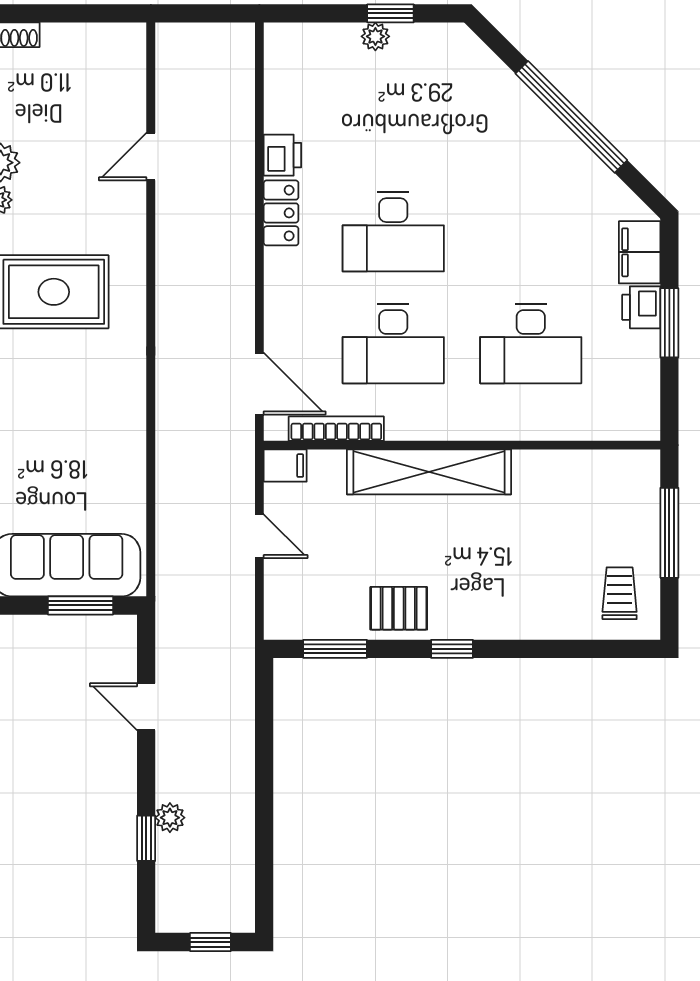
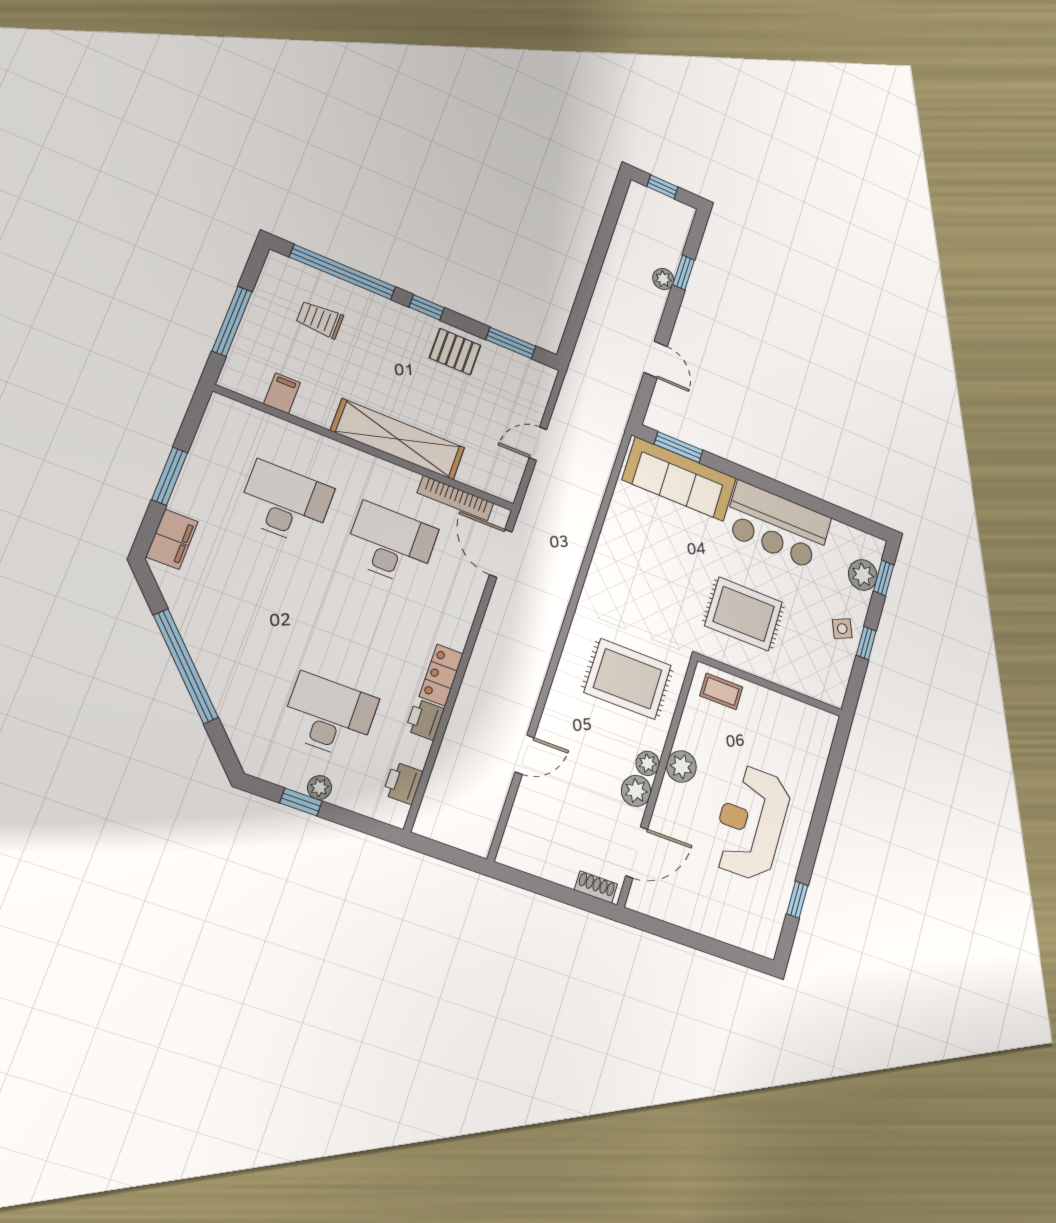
desk: (393, 232) -> (329, 716), moved
printer: (641, 307) -> (403, 783), moved, turned 180
filing cabinet: (285, 466) -> (282, 393), moved, turned 90
door: (259, 536) -> (538, 444), hinge flipped
trolley: (620, 593) -> (320, 319), moved, turned 90
window: (566, 649) -> (343, 272), added

